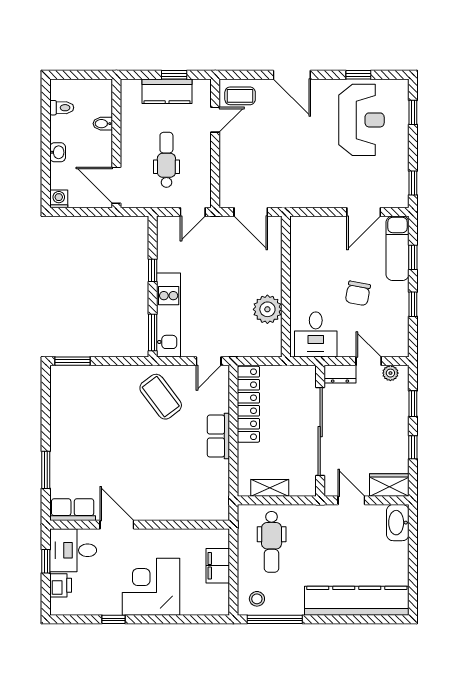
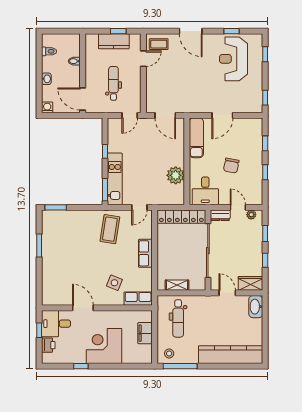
reception desk: (362, 120) -> (233, 59), turned 180
door: (364, 212) -> (222, 115), moved
exam couch: (397, 248) -> (196, 138), moved, turned 180
coffee table: (161, 397) -> (110, 229), turned 46
locker: (248, 404) -> (181, 217), moved, turned 90
window: (46, 470) -> (39, 246), moved
side table: (168, 484) -> (114, 283), added
row of seats: (73, 510) -> (138, 299), moved

